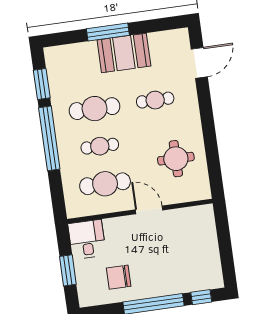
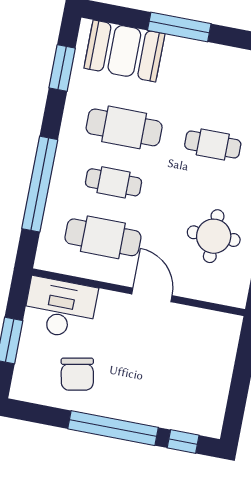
booth: (124, 53) -> (124, 51), moved
window: (49, 138) -> (40, 184), moved
desk: (87, 239) -> (60, 308), width x1.37
chair: (119, 277) -> (77, 374), turned -101

